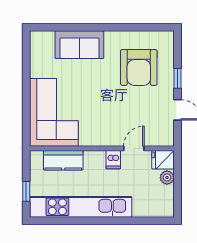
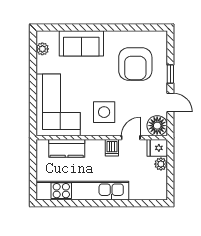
plant: (37, 51) -> (42, 49), added
side table: (104, 120) -> (104, 112), added
floor lamp: (163, 135) -> (157, 126), added
window: (26, 191) -> (33, 177), removed

